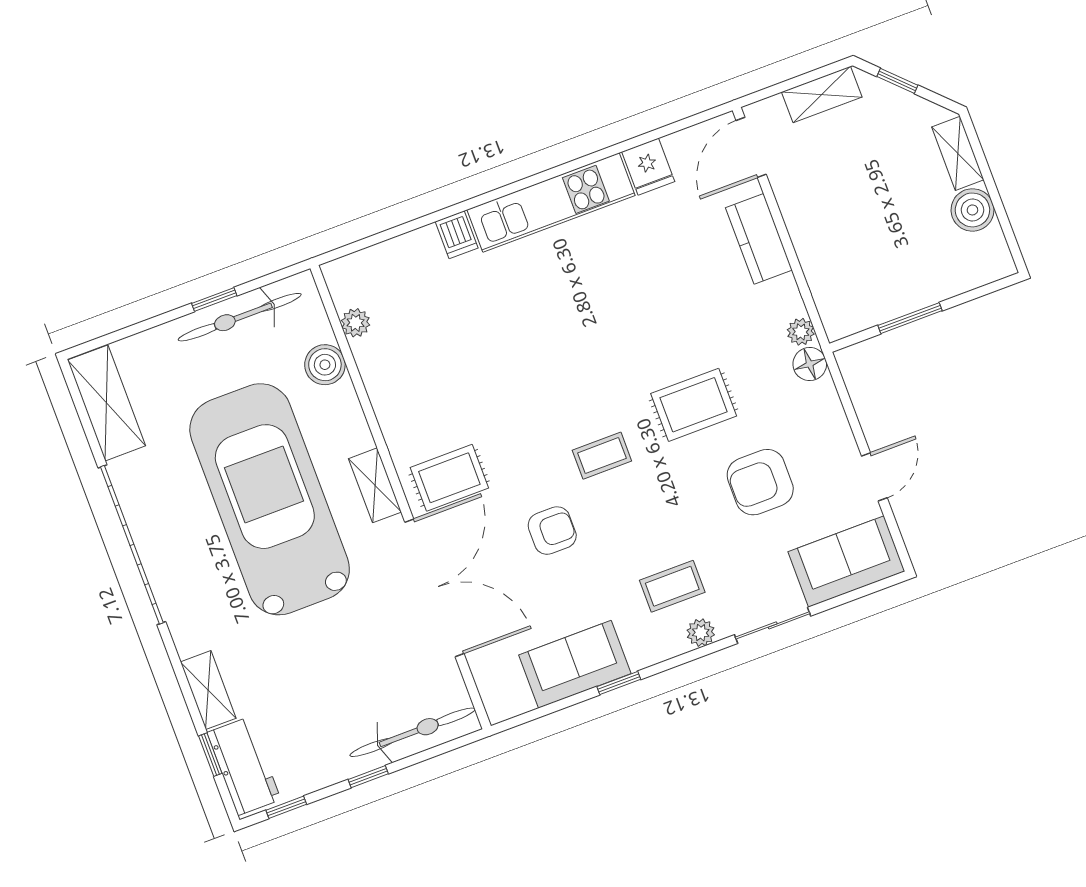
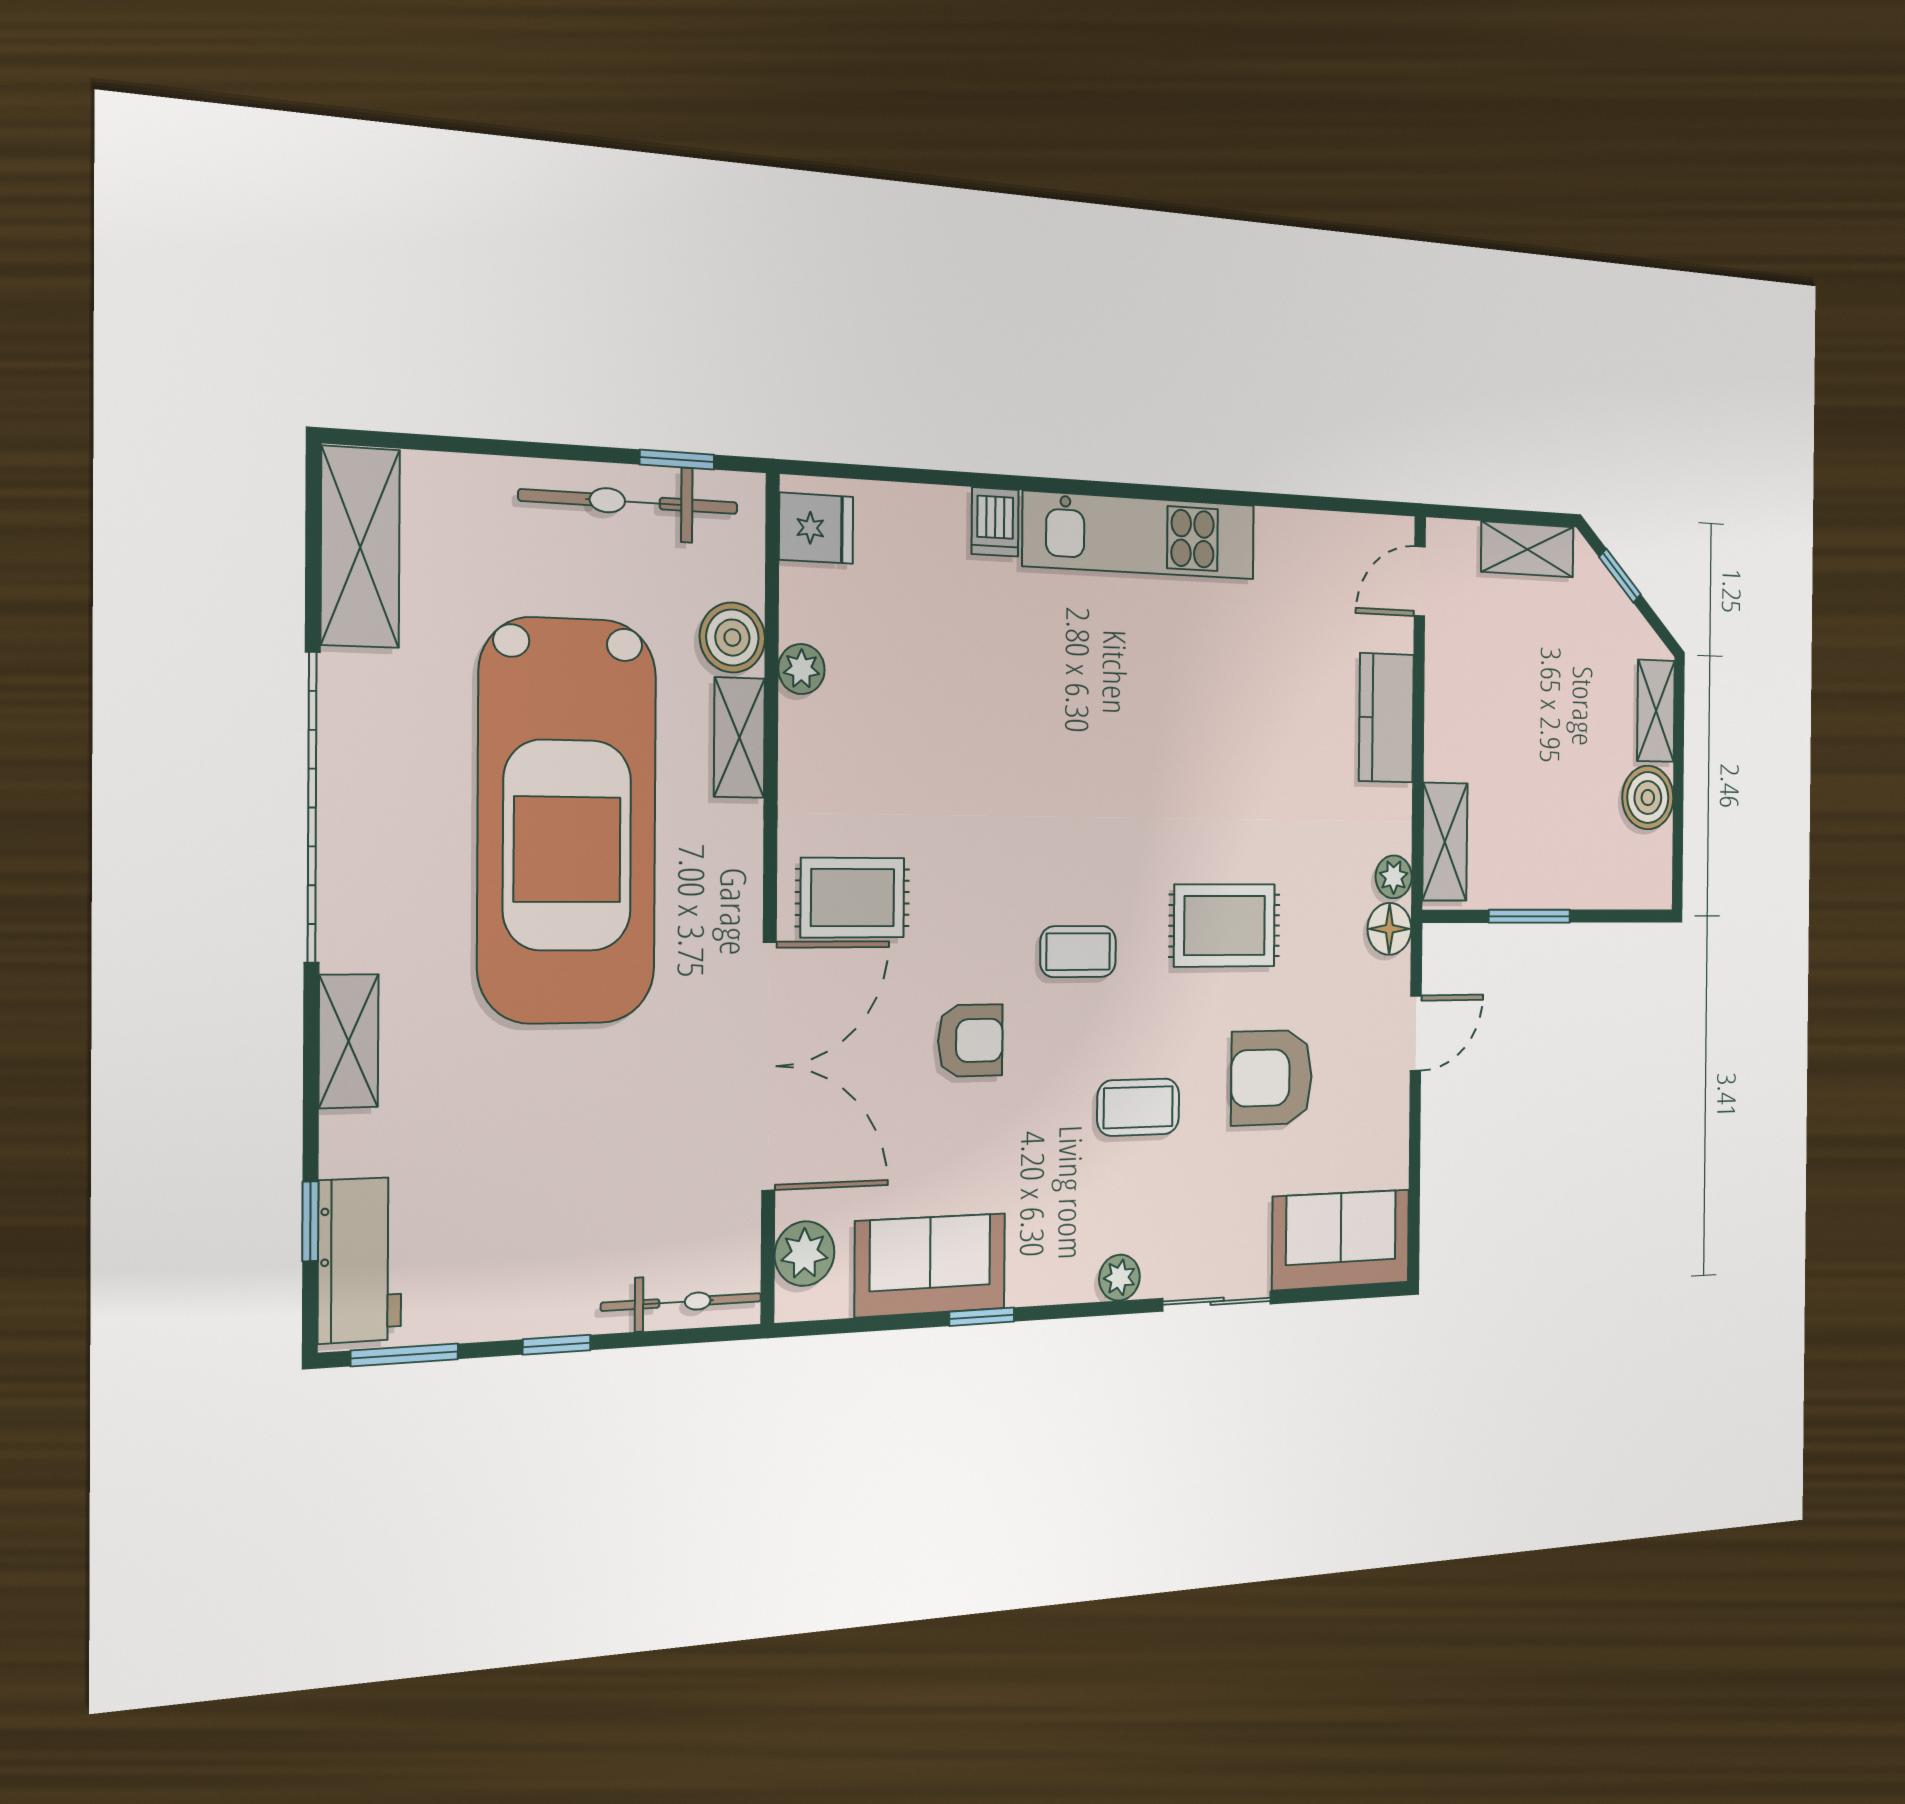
door: (751, 147) -> (1420, 581), width x0.73
fridge: (648, 167) -> (816, 528), moved, turned -90
shelving: (830, 297) -> (1445, 842), added
window: (214, 299) -> (677, 460), moved
plant: (356, 323) -> (801, 669), moved
door: (874, 477) -> (1416, 1033), moved
shelving: (375, 485) -> (739, 738), moved
car: (270, 499) -> (567, 821), turned 180
coffee table: (672, 586) -> (1138, 1107), moved
plant: (495, 683) -> (805, 1254), added
shelving: (208, 690) -> (349, 1041), moved
bicycle: (413, 732) -> (682, 1302), width x0.73, depth x0.71
window: (286, 807) -> (405, 1355), width x1.50

